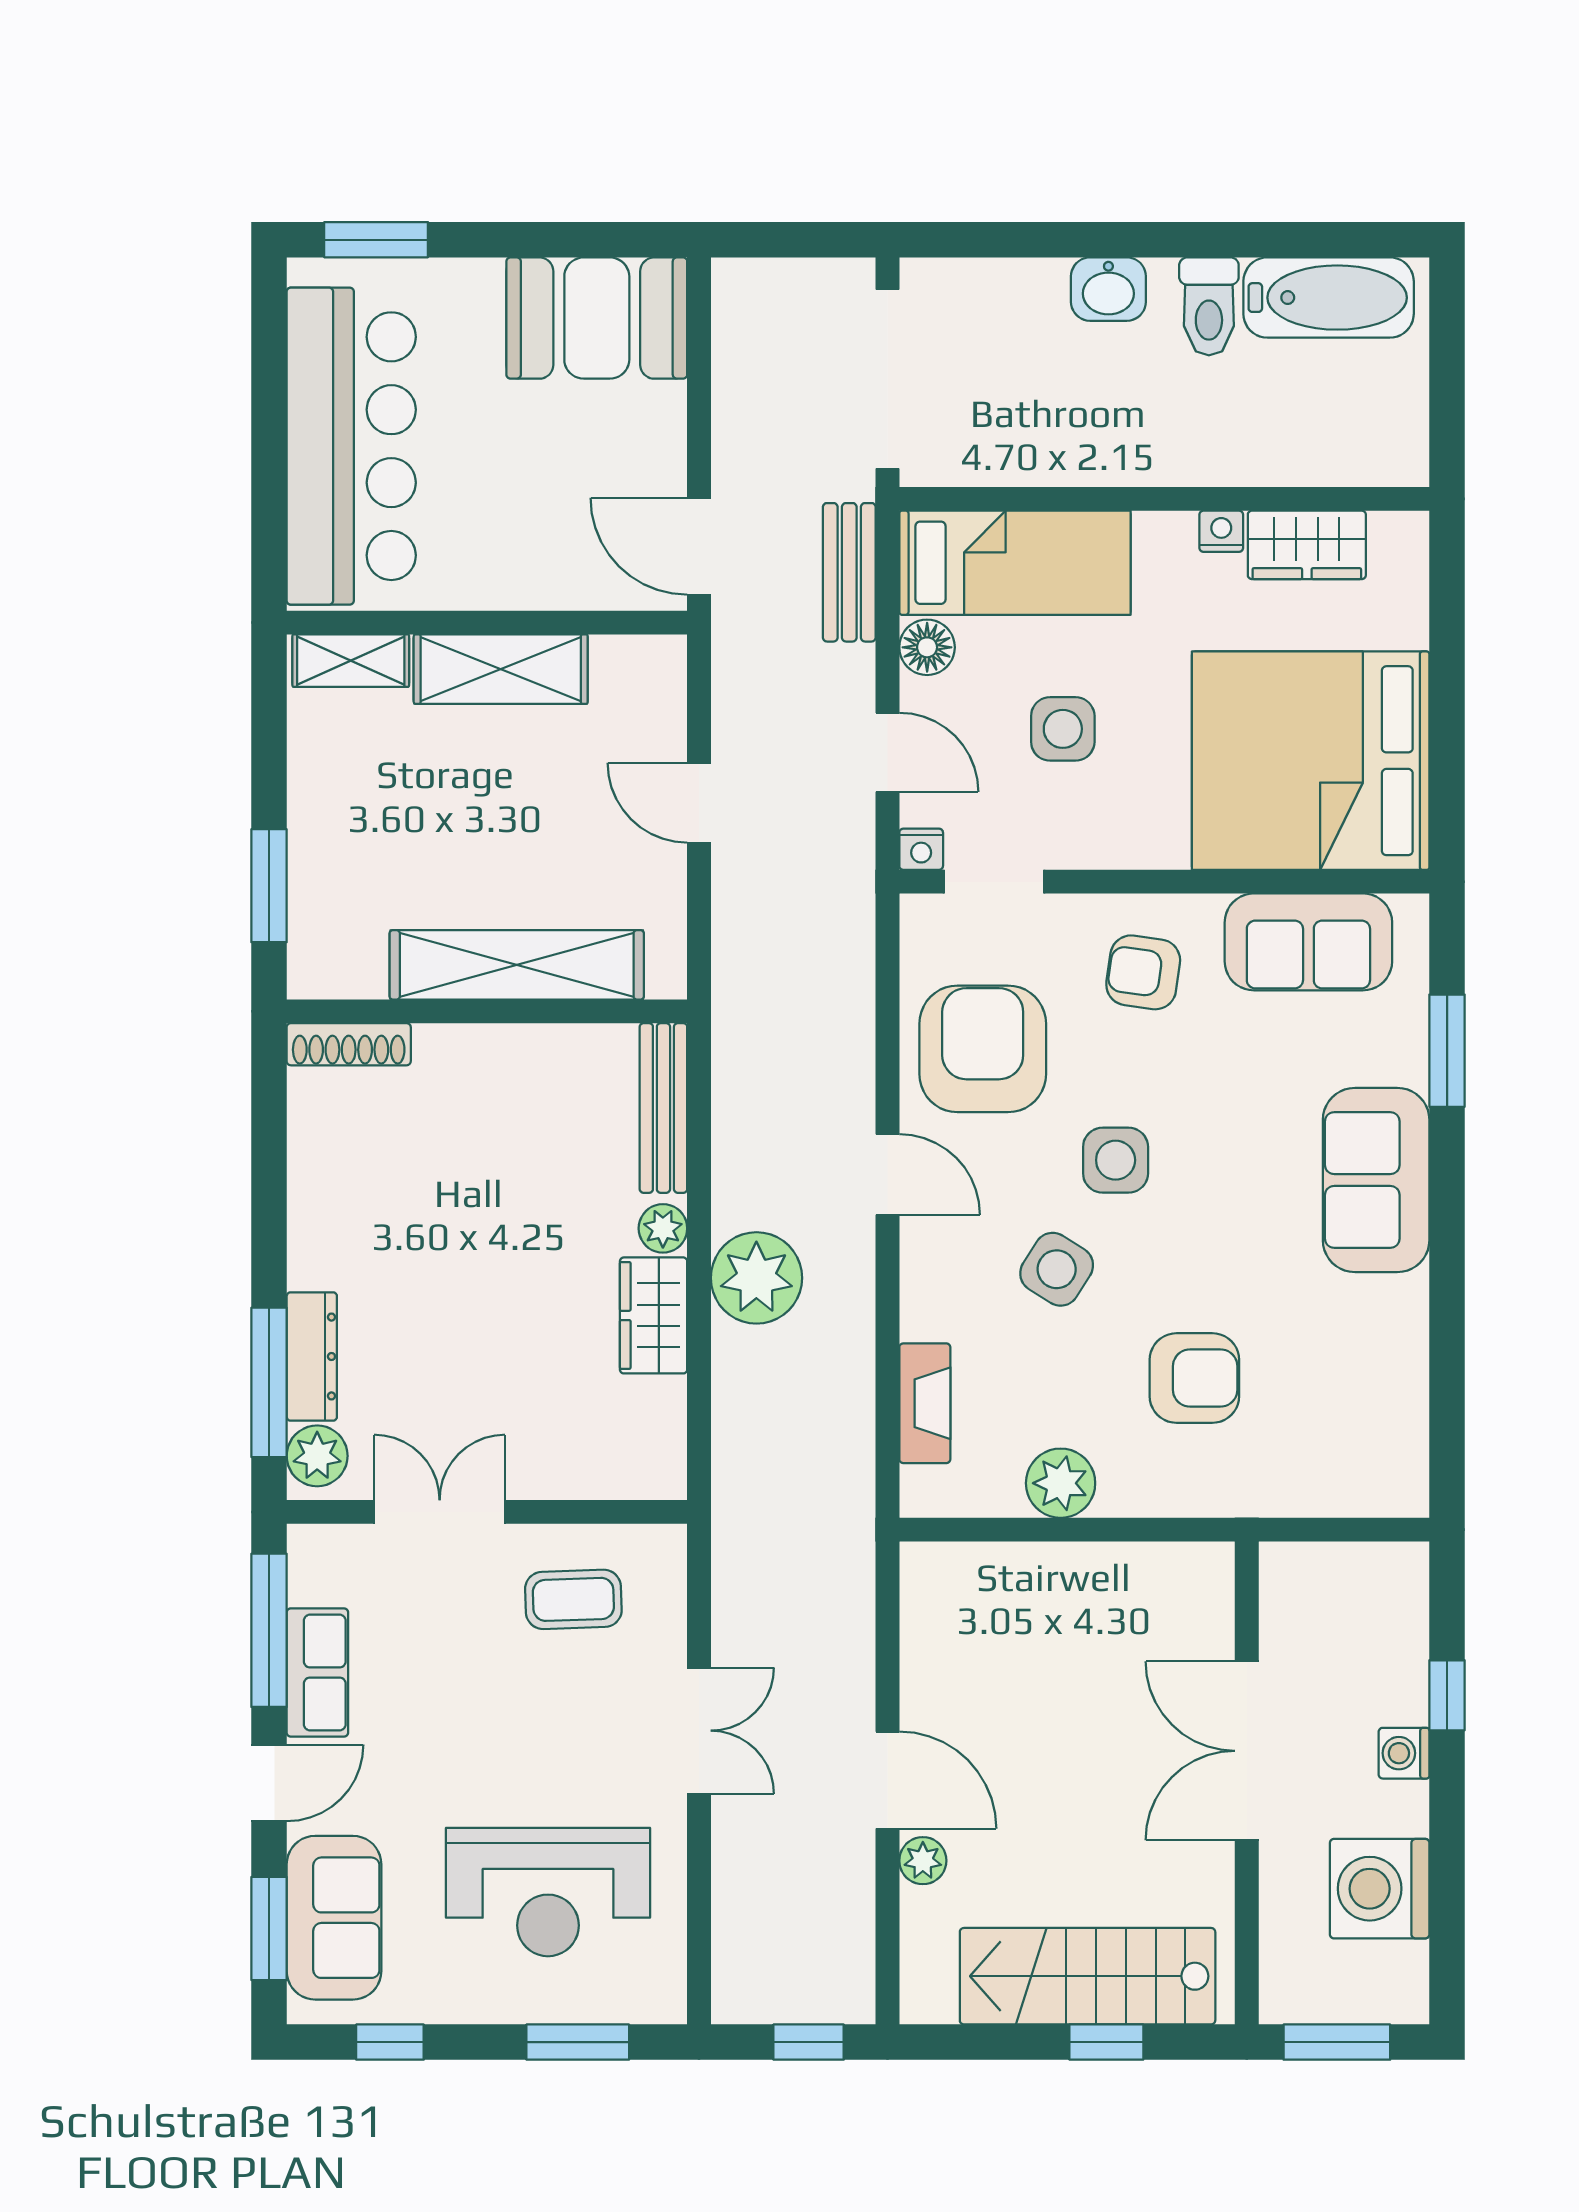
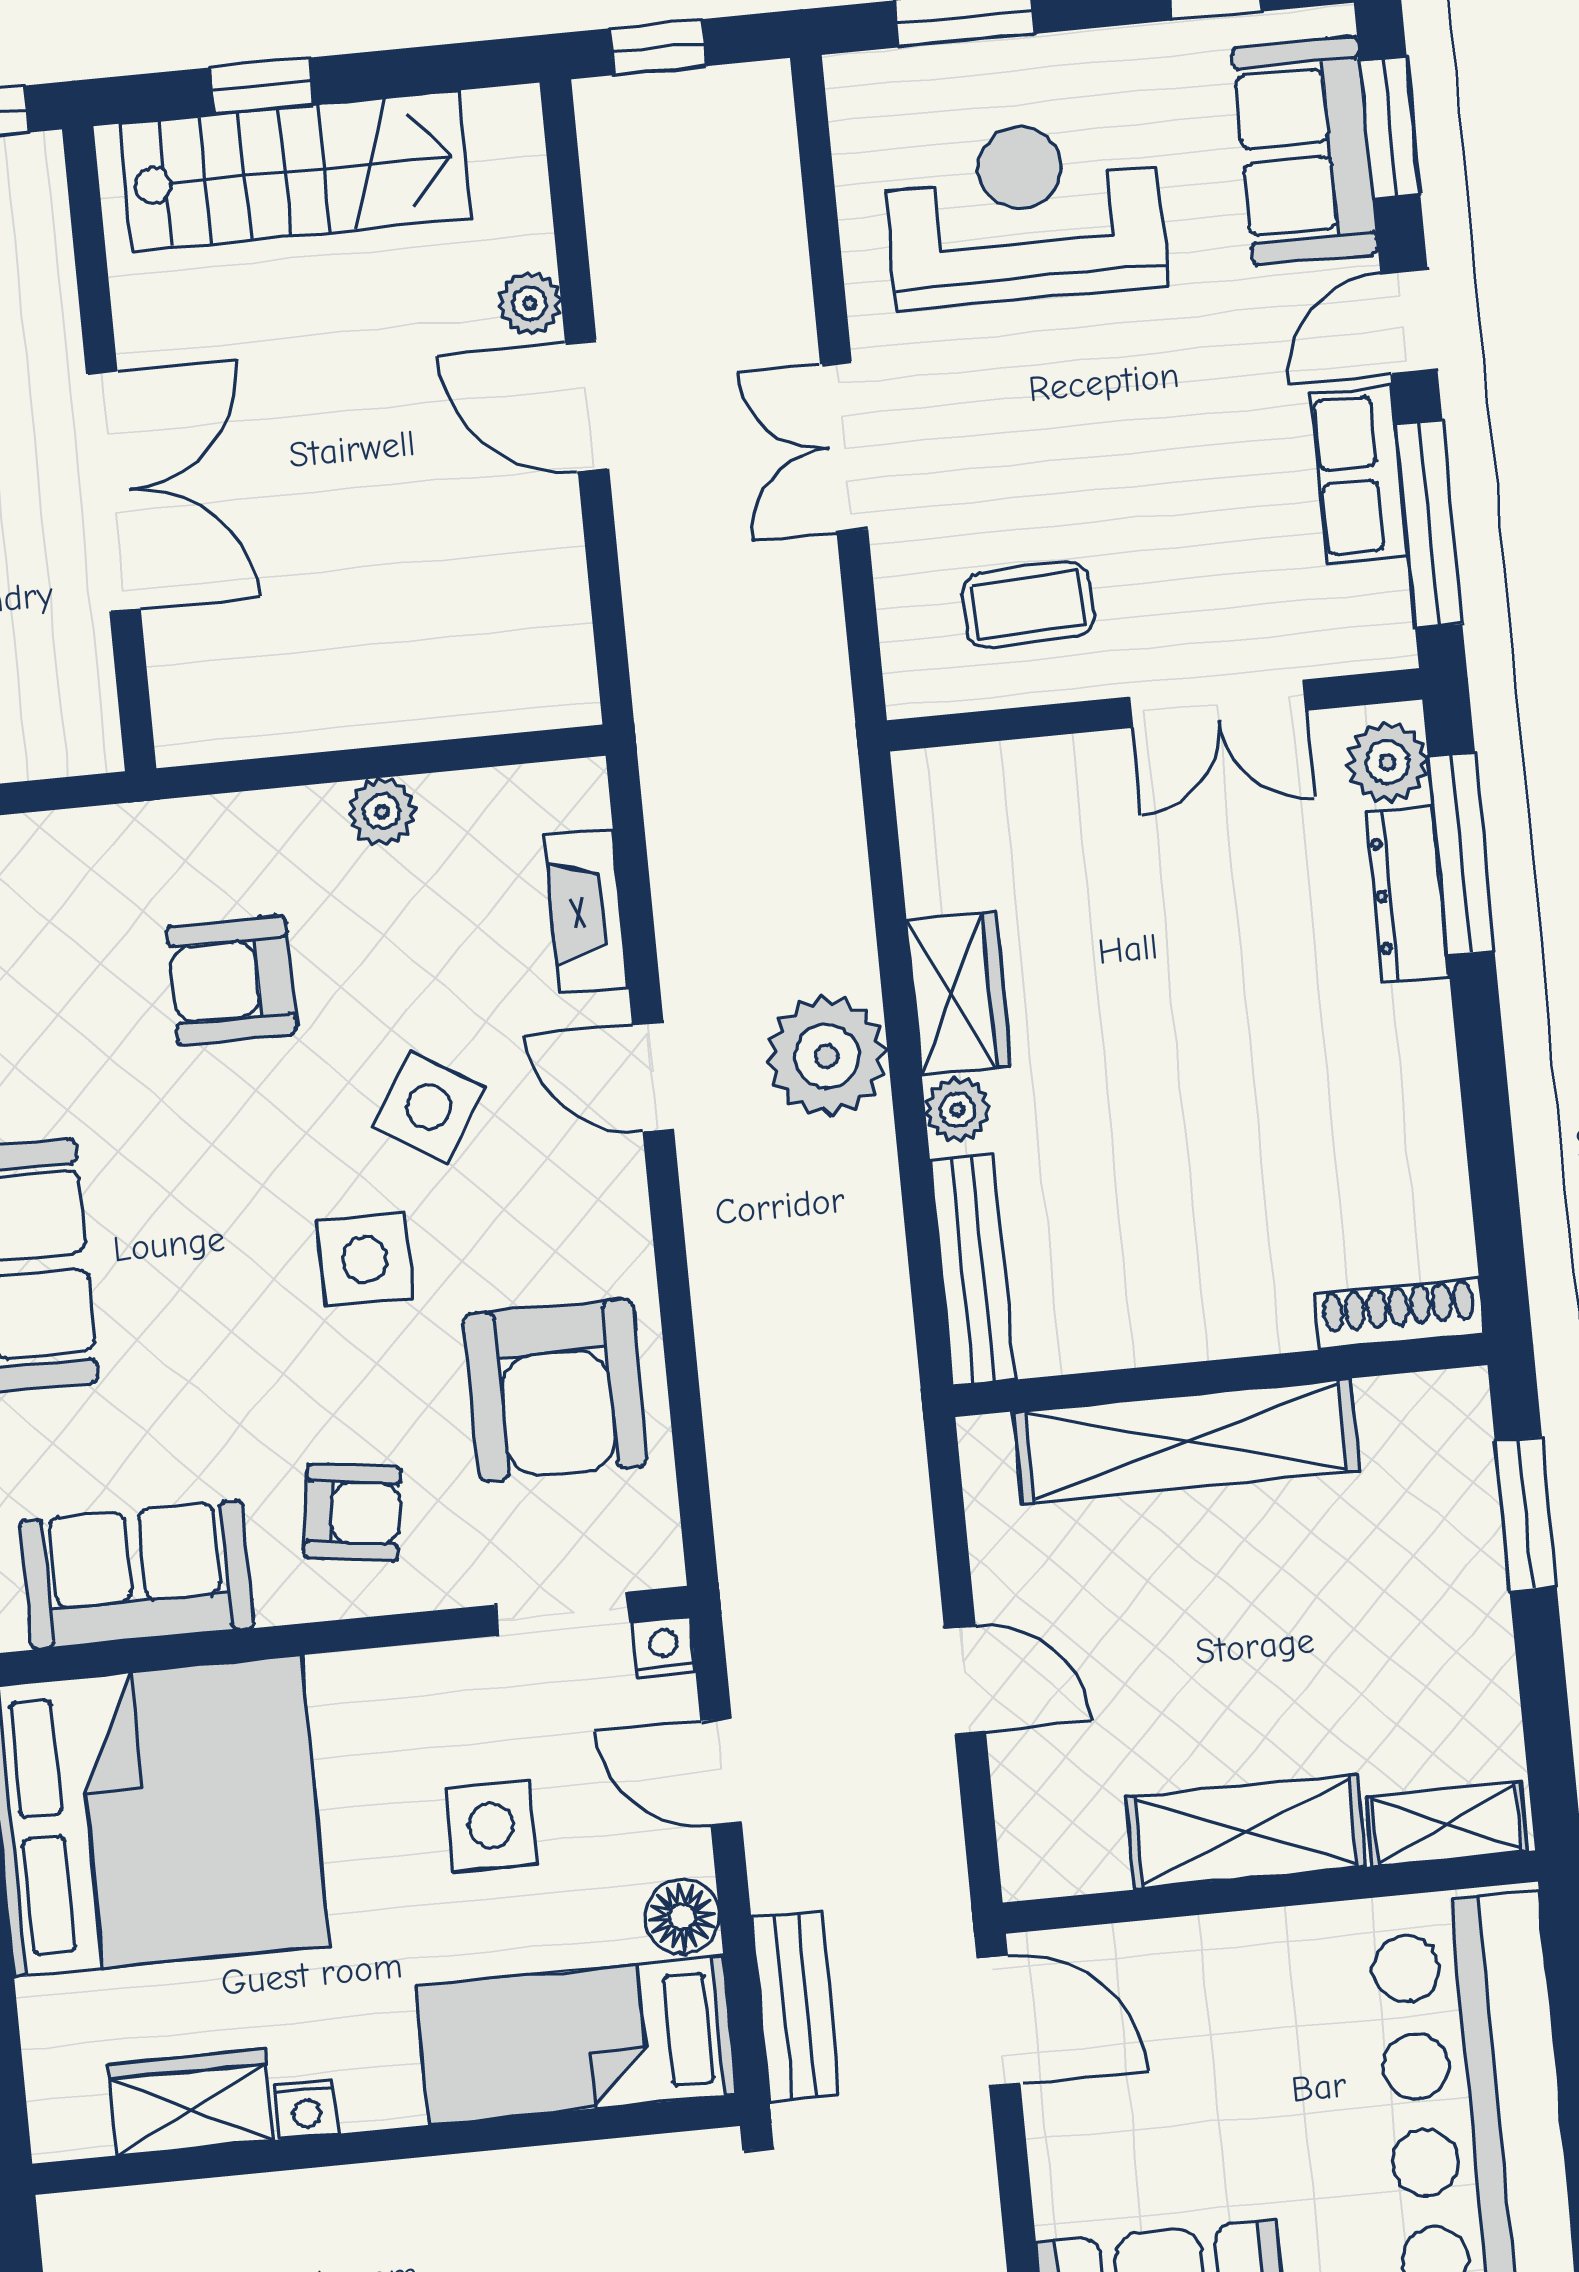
door: (887, 1175) -> (653, 1077), moved
plant: (1061, 1483) -> (382, 812), width x0.73, depth x0.73

